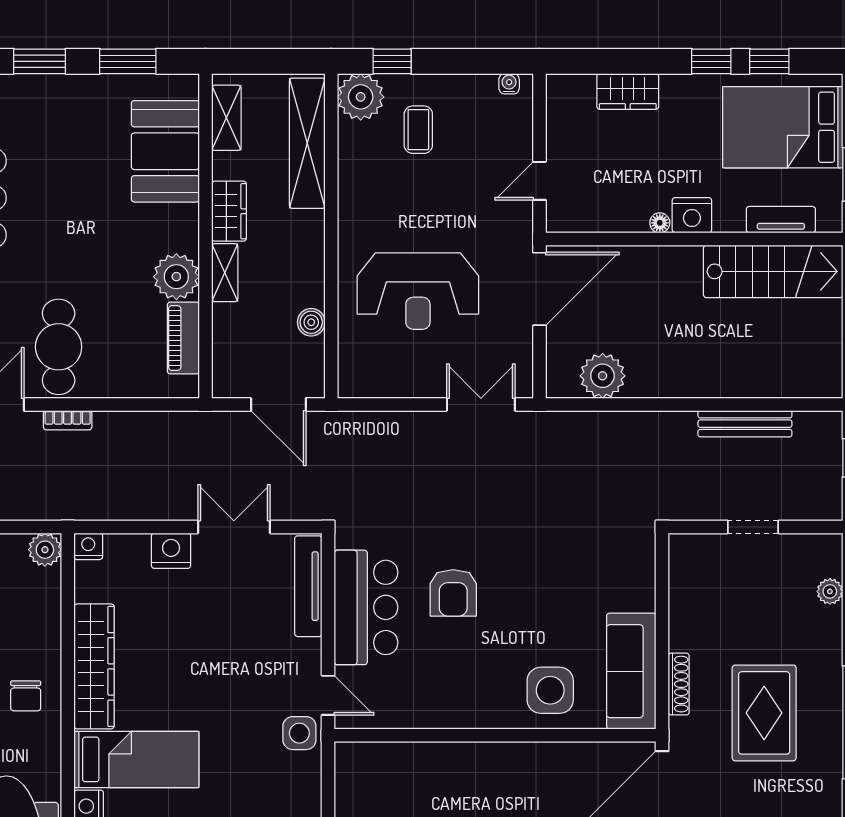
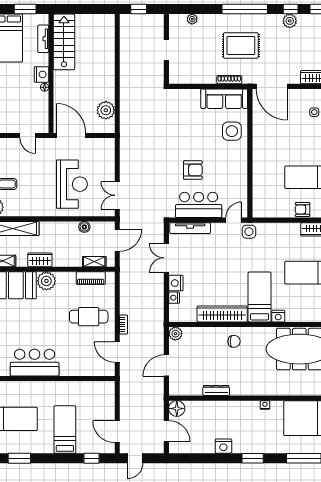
shelving: (225, 273) -> (94, 262), moved
plant: (176, 277) -> (46, 281), moved
cafe table: (59, 347) -> (89, 317), moved
double door: (481, 404) -> (117, 195), moved
bench: (745, 424) -> (125, 53), removed
nightstand: (88, 546) -> (174, 298), moved

